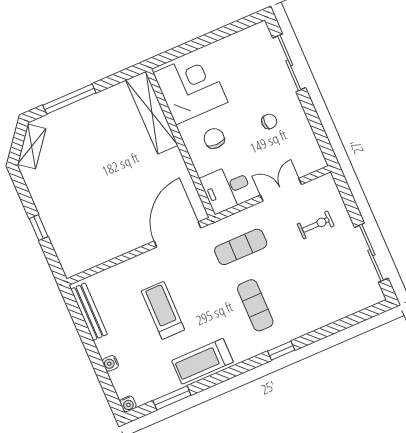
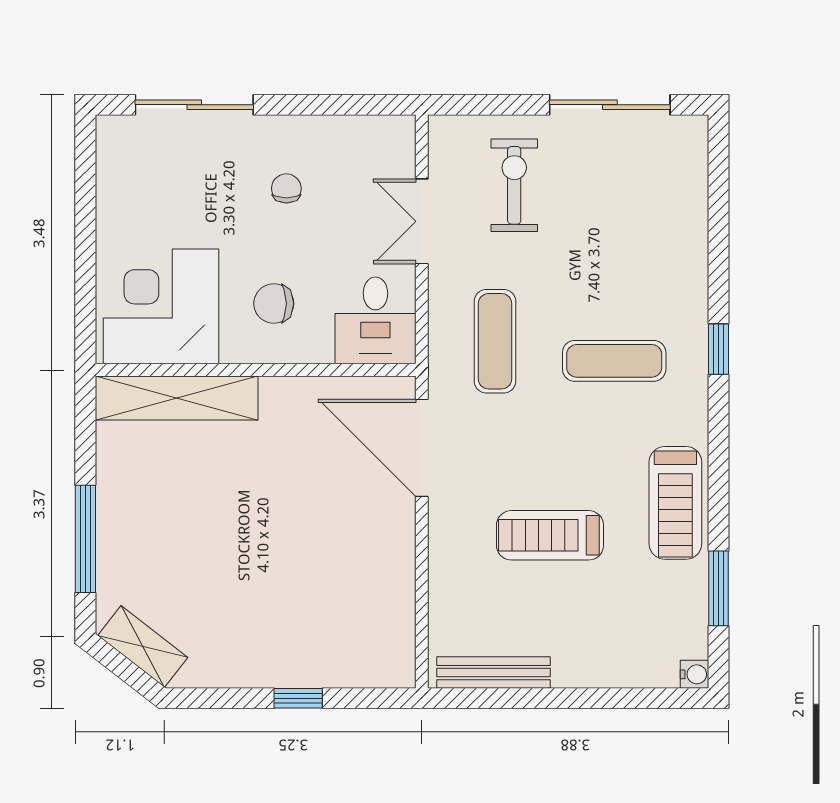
exercise bike: (316, 225) -> (514, 185), width x1.38, depth x1.39
water cooler: (110, 363) -> (606, 674), removed

